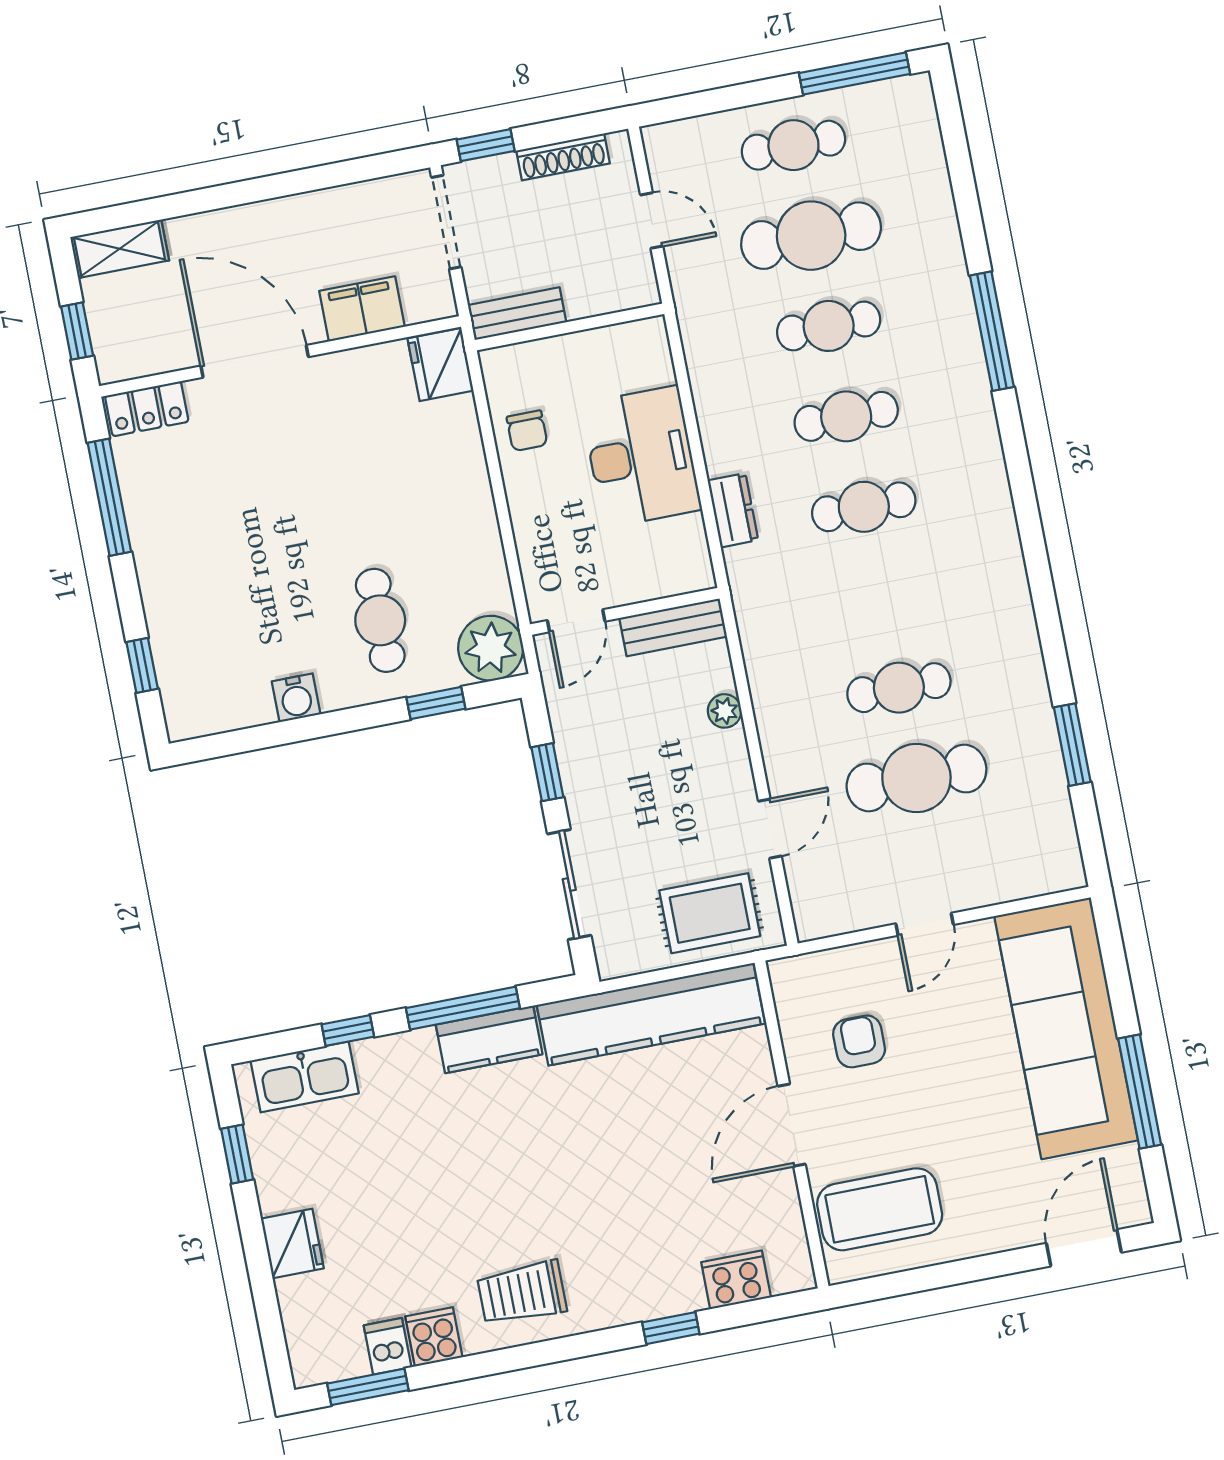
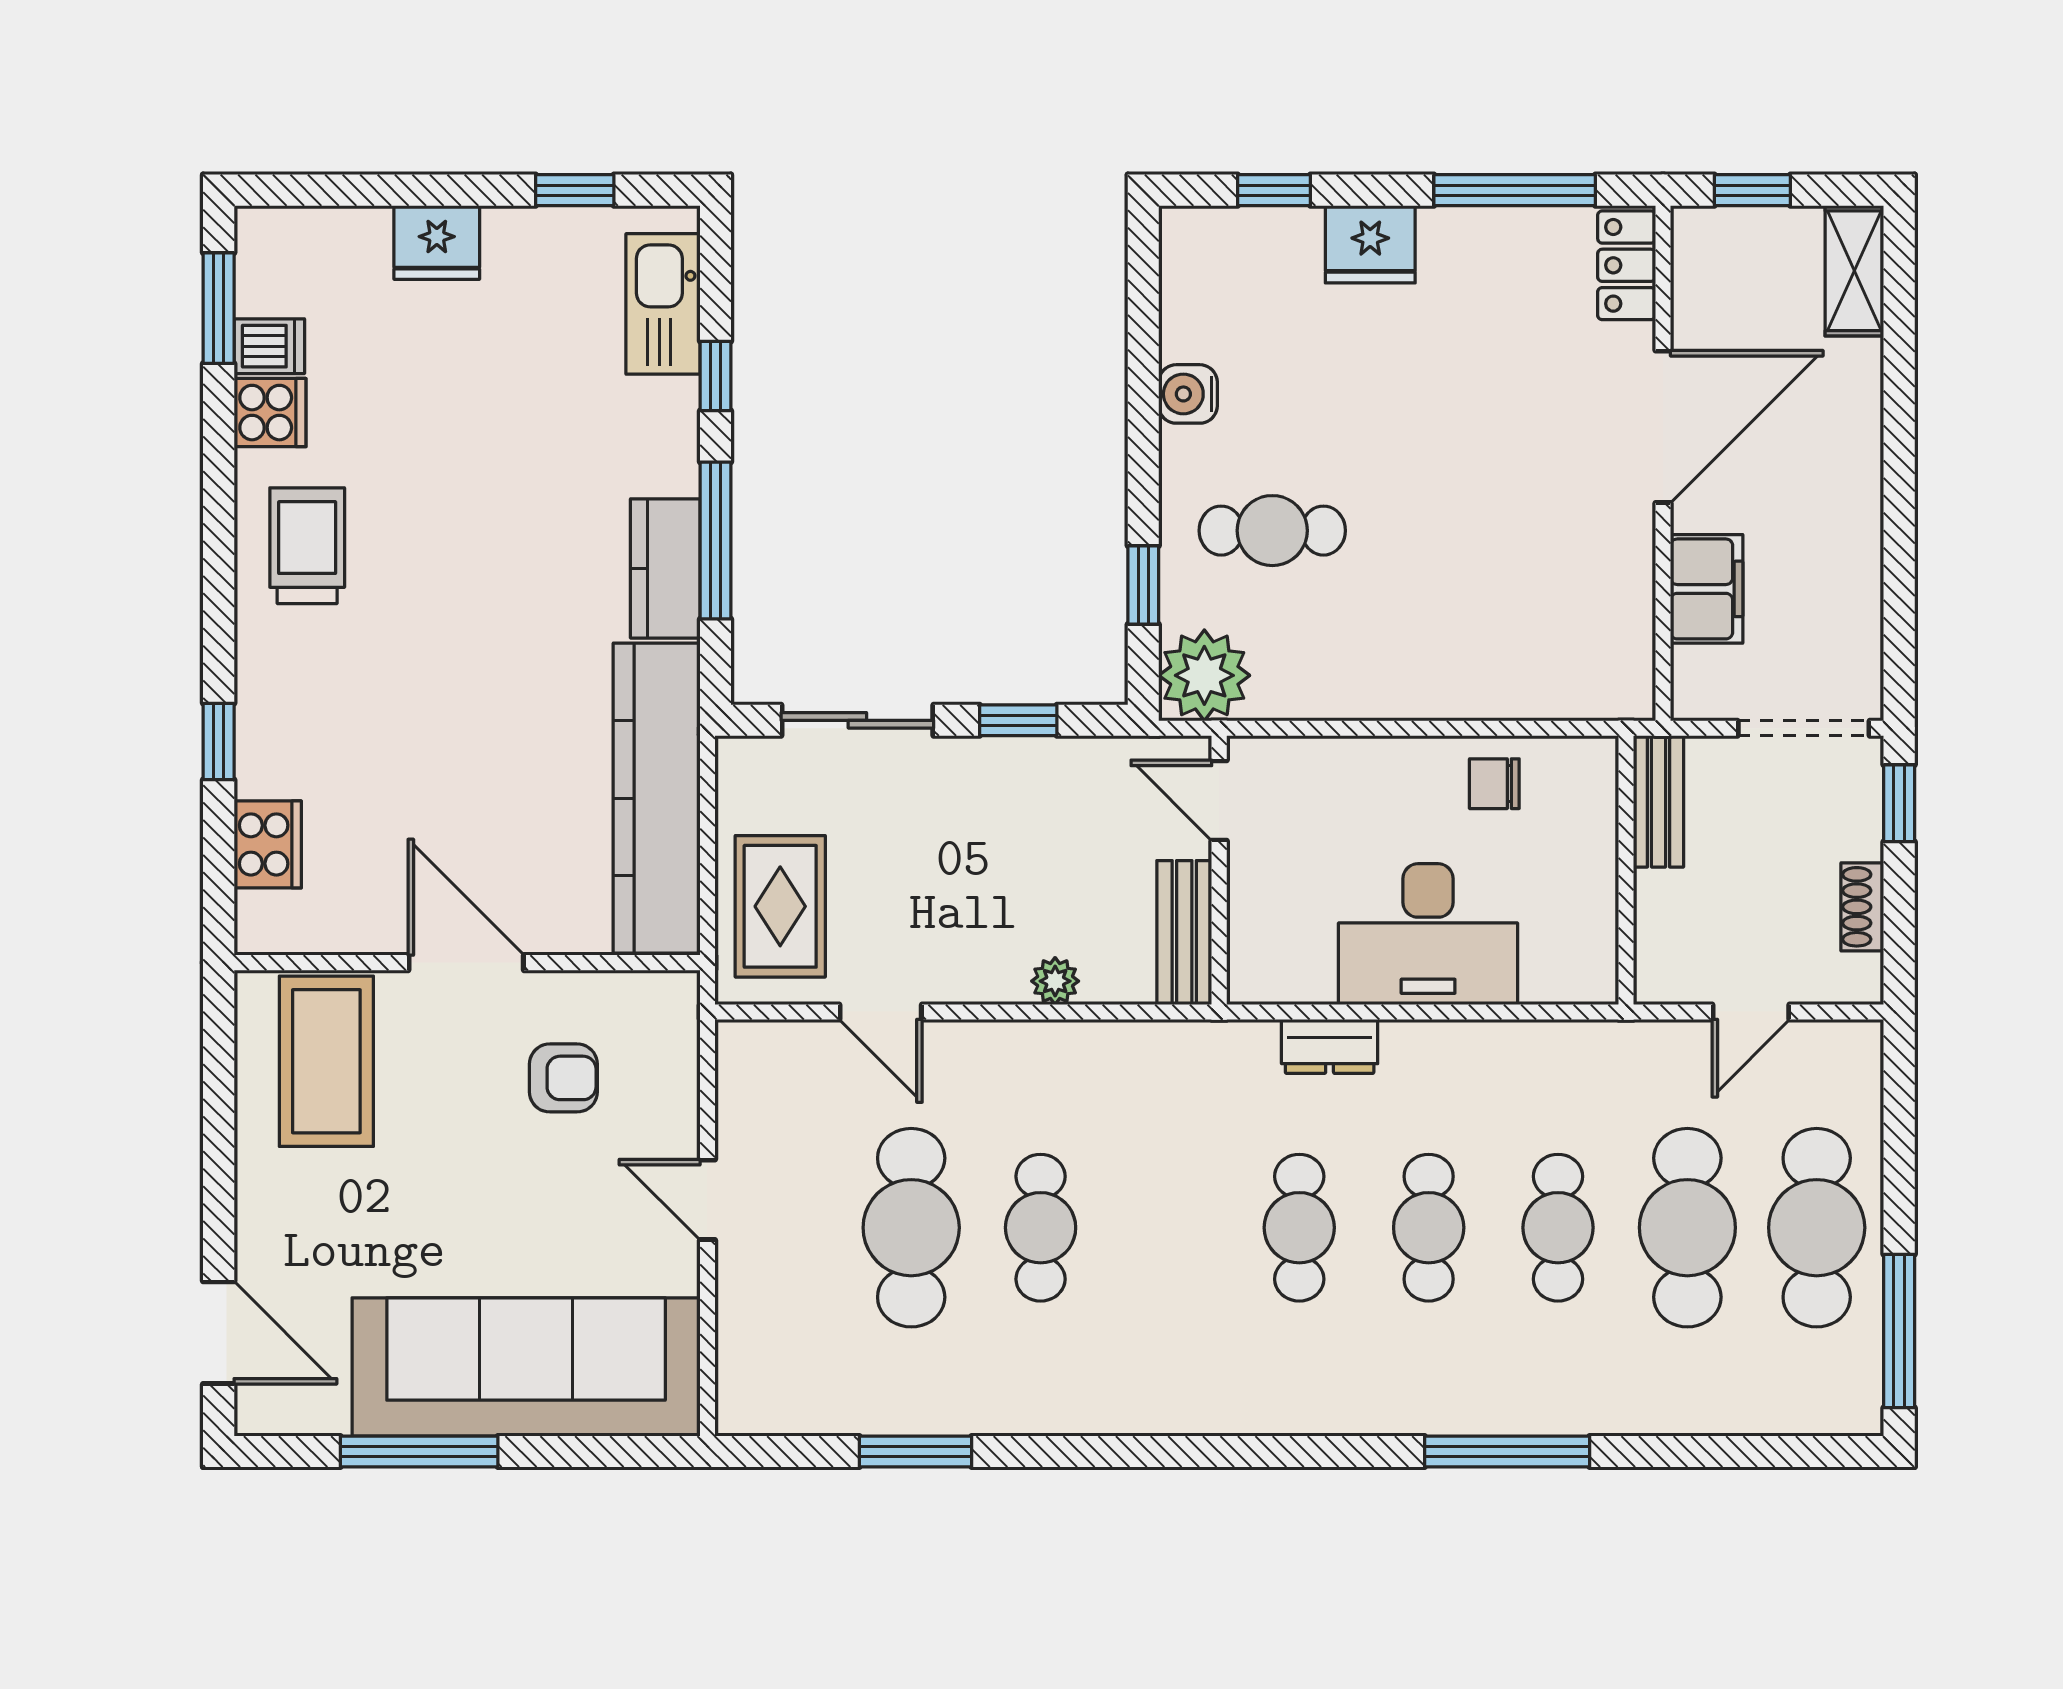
cafe table: (793, 145) -> (1817, 1228), width x1.37, depth x1.35
shoe rack: (563, 157) -> (1862, 907), width x0.70
fridge: (440, 364) -> (1370, 244), moved, turned 180

